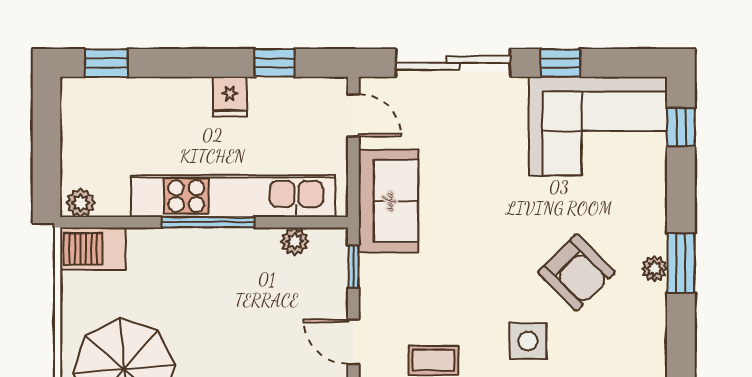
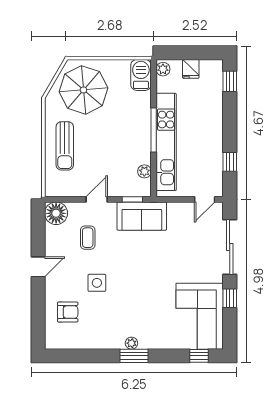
fridge: (230, 97) -> (191, 69), moved, turned -90
sofa: (388, 201) -> (142, 216), moved
armchair: (576, 272) -> (130, 306), removed

